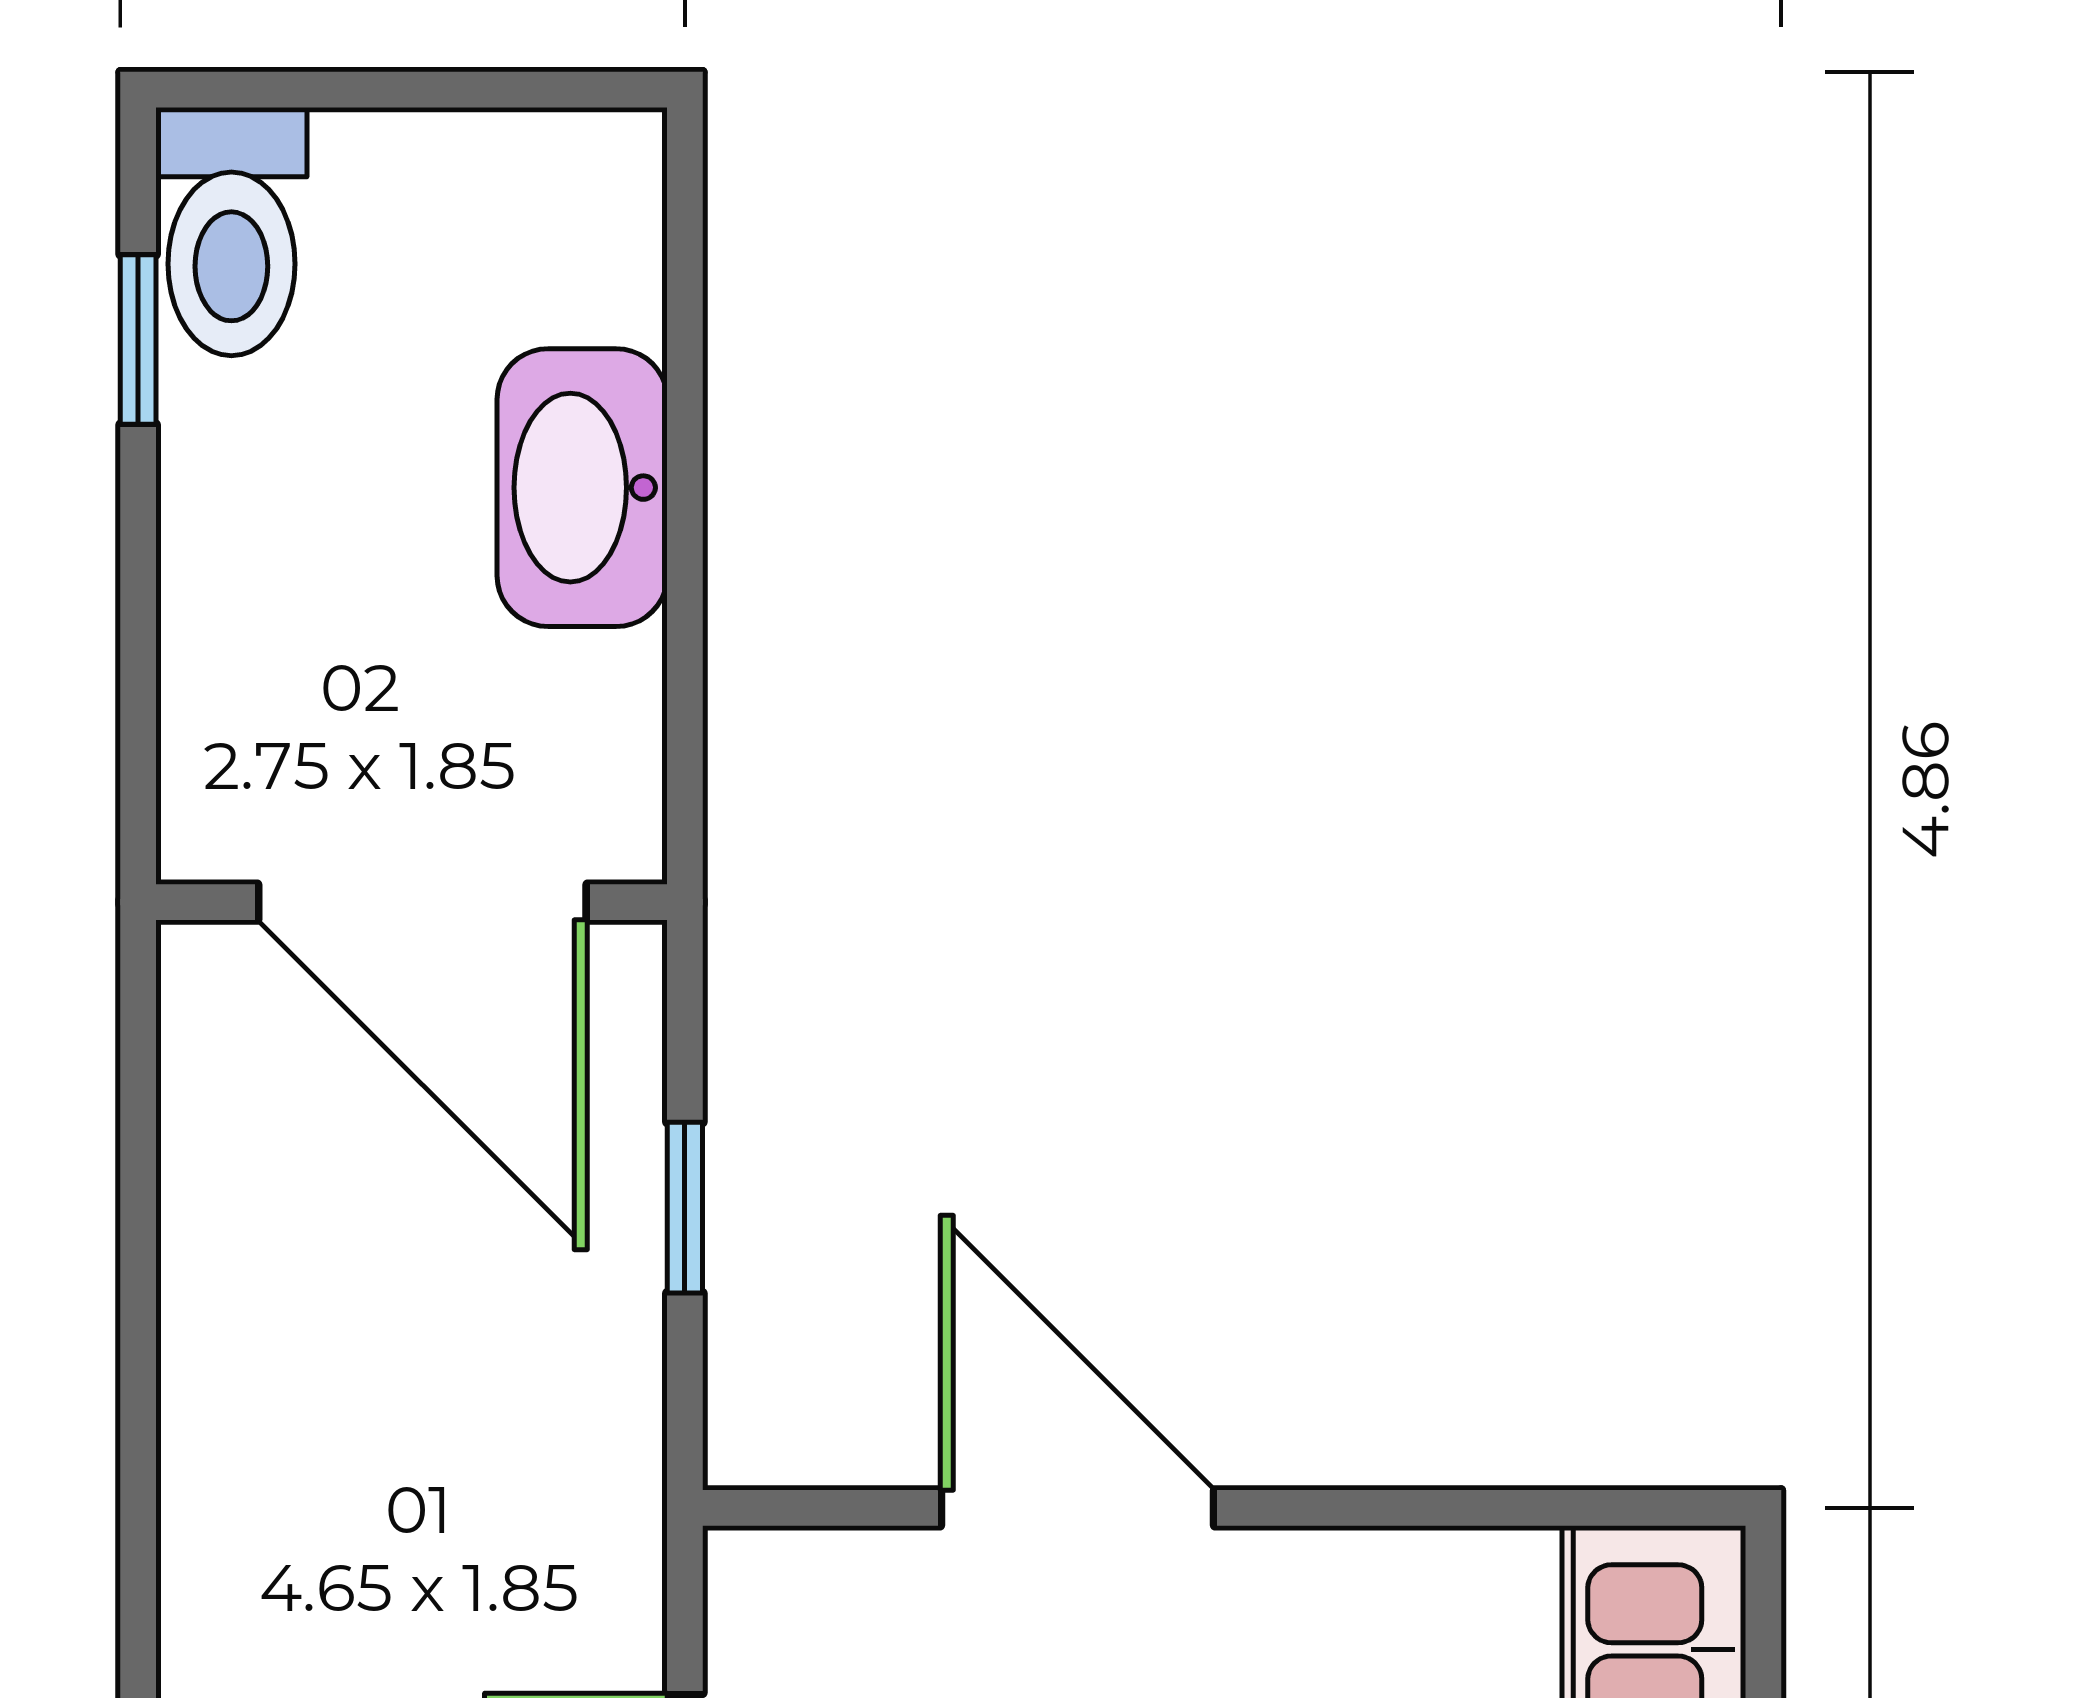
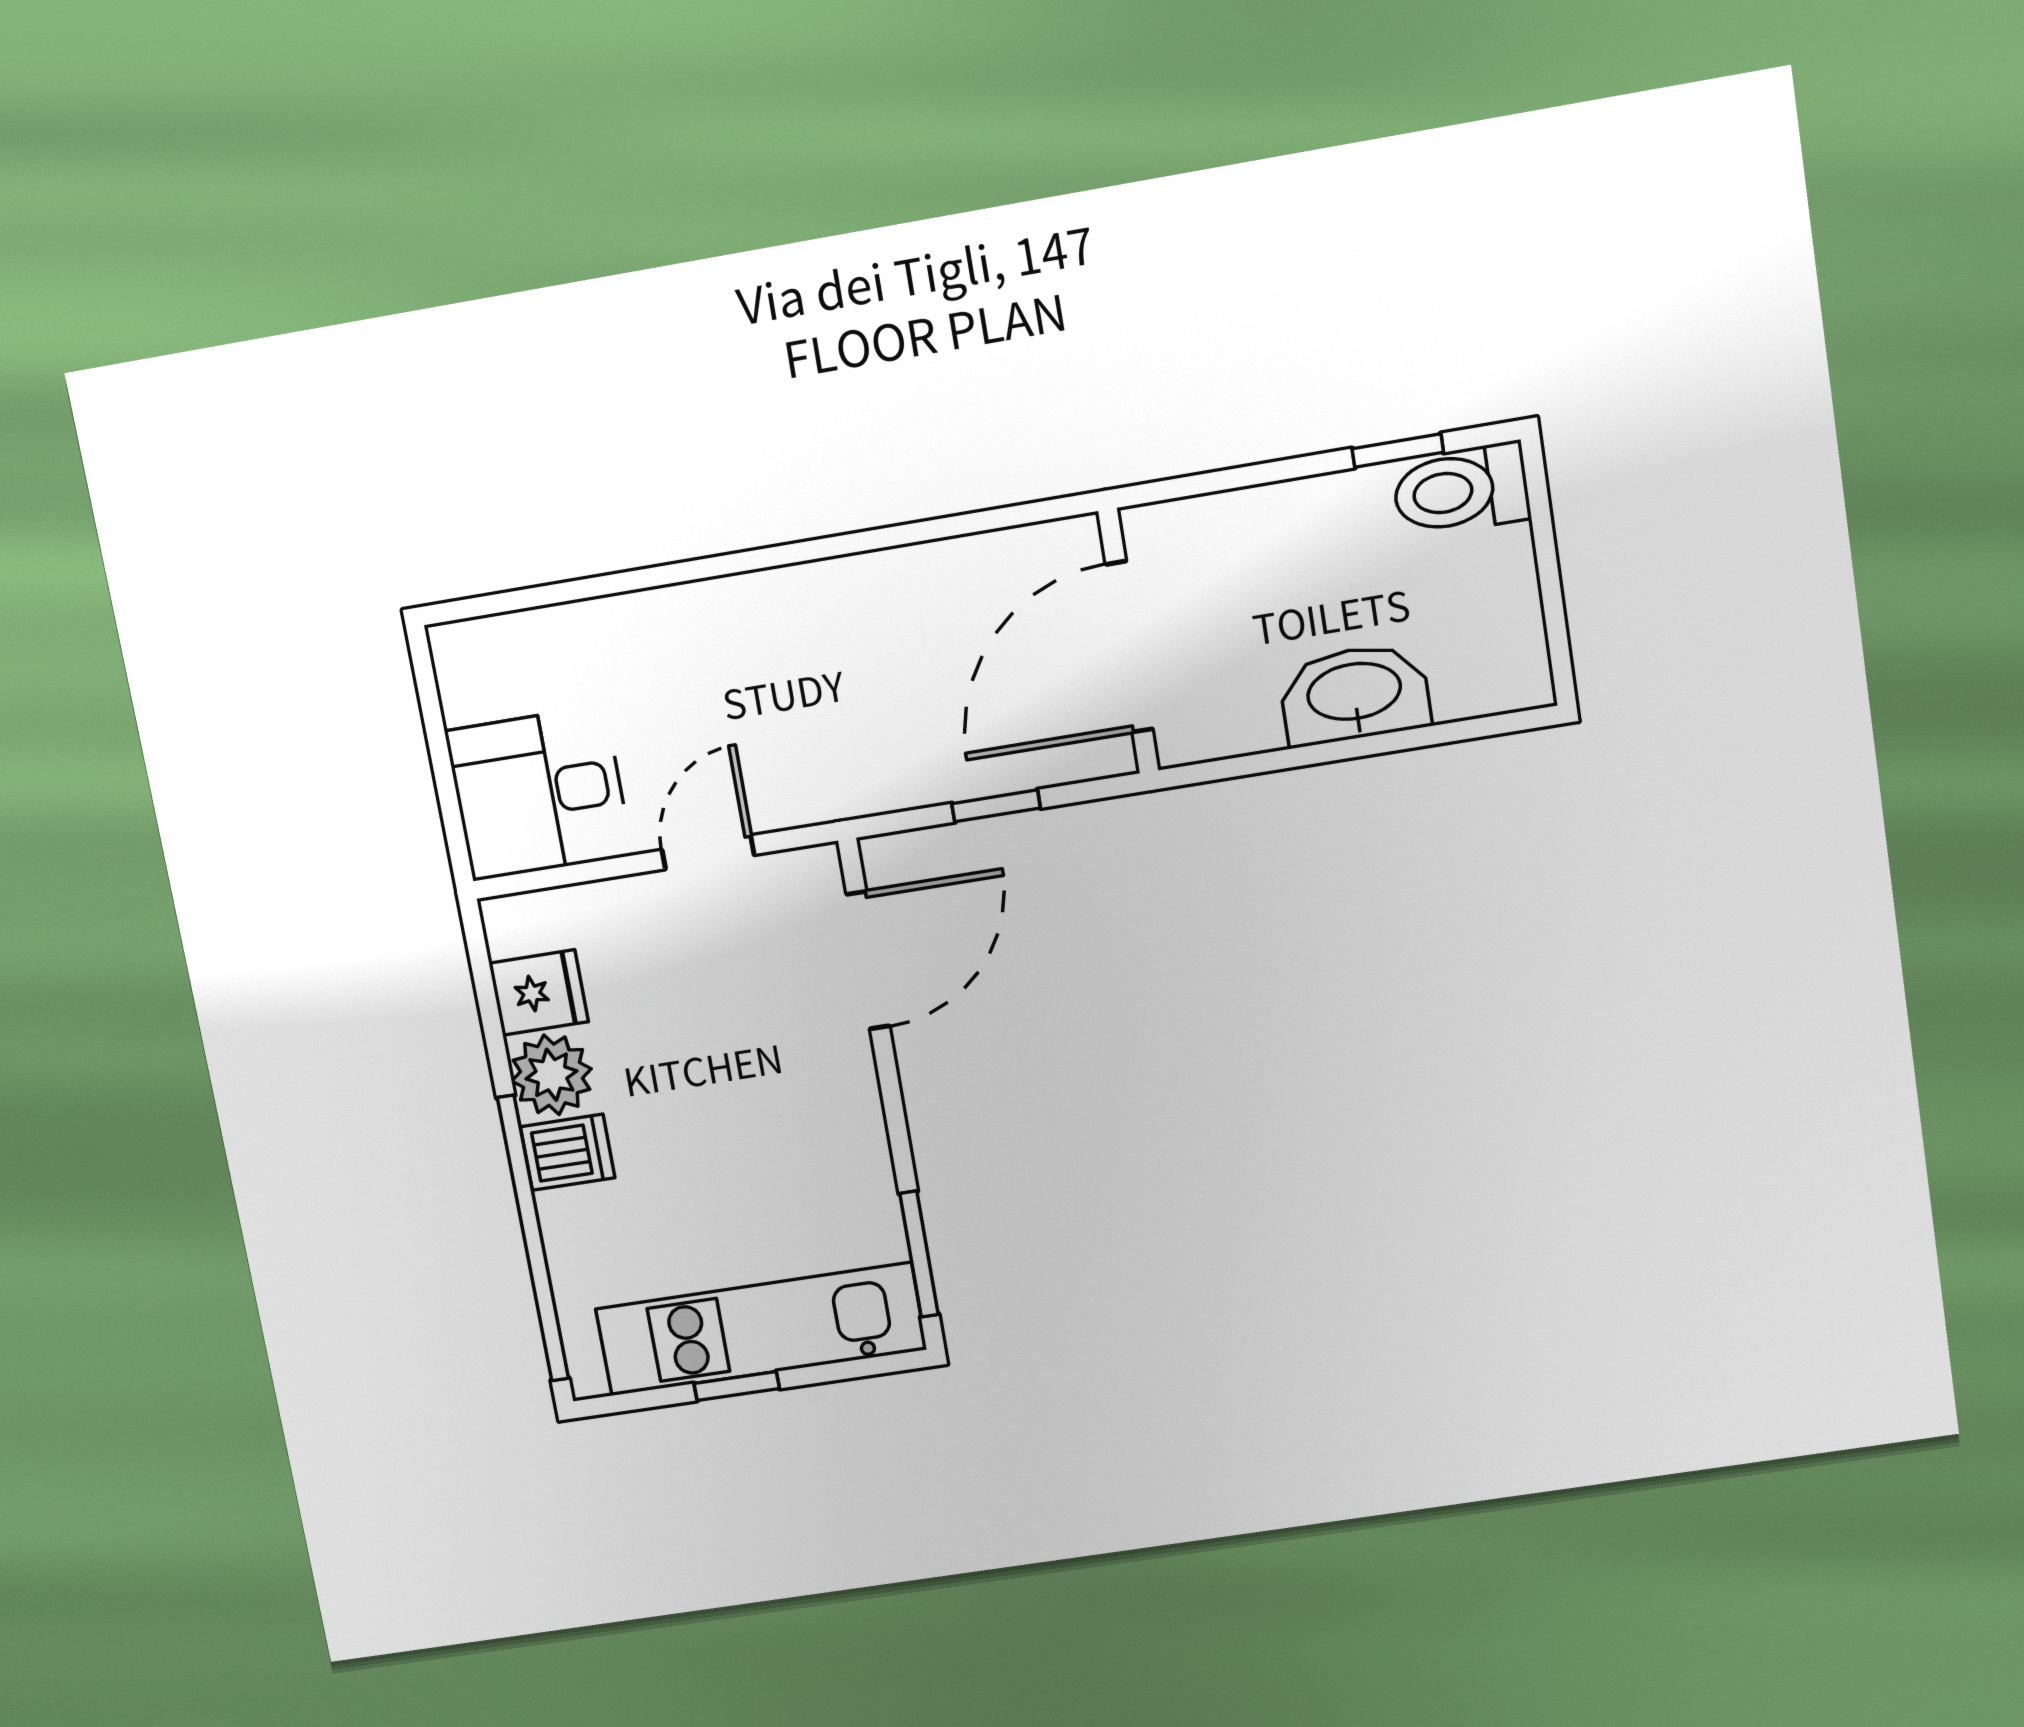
door: (1078, 1508) -> (868, 960), moved
window: (1549, 1508) -> (919, 1254), added

